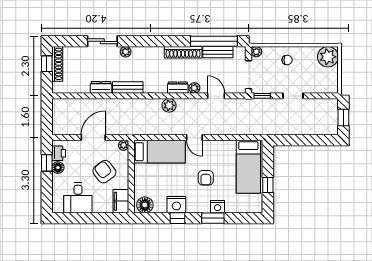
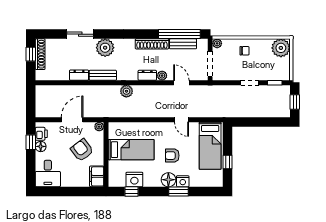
plant: (126, 52) -> (105, 48), width x1.88, depth x1.88
window: (262, 96) -> (275, 83), moved
plant: (169, 105) -> (126, 91), moved
door: (194, 138) -> (182, 120), moved
bed: (160, 152) -> (131, 150), moved
armchair: (206, 178) -> (172, 156), turned 90
desk: (78, 198) -> (48, 173), moved
floor lamp: (145, 205) -> (168, 180), moved
nightstand: (176, 205) -> (134, 179), moved
window: (177, 218) -> (132, 192), moved

